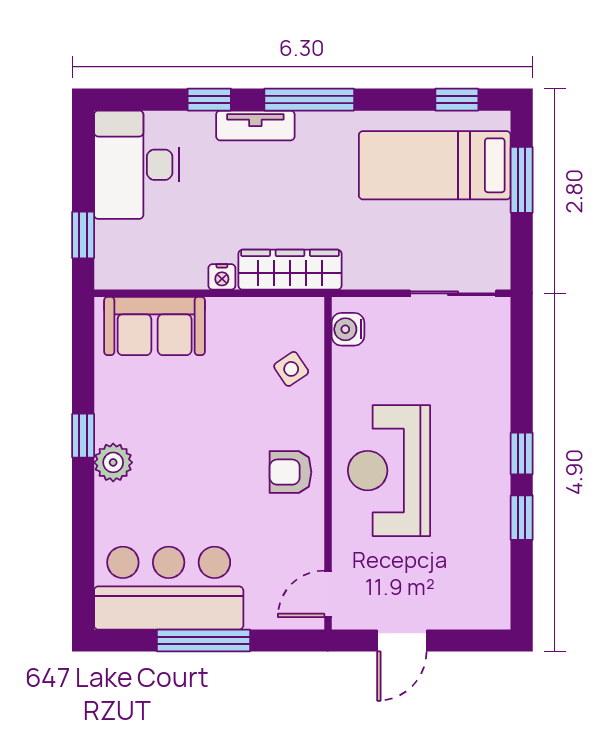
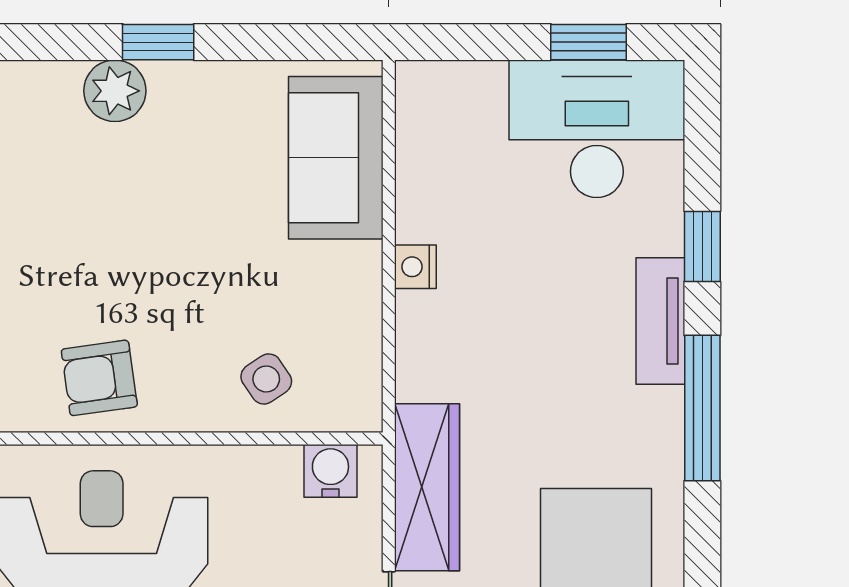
window: (83, 235) -> (589, 42), moved
wardrobe: (290, 270) -> (427, 487), moved
armchair: (291, 472) -> (99, 378), turned -98

